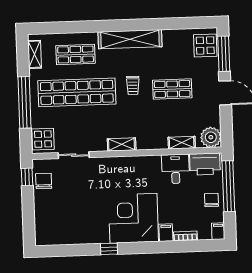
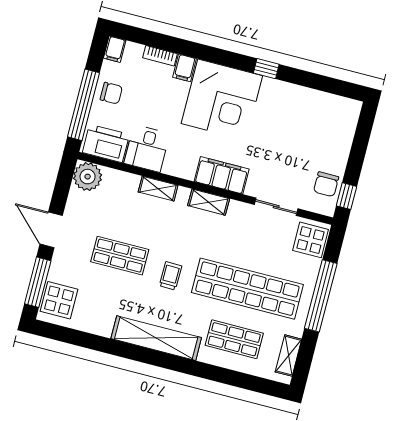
shelving: (182, 143) -> (158, 189), moved
filing cabinet: (118, 166) -> (222, 175), added
chair: (212, 200) -> (111, 93), turned -90

